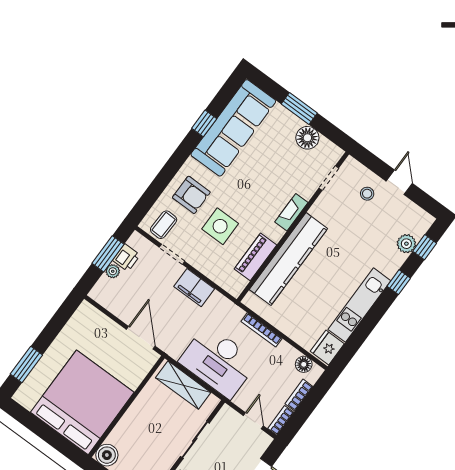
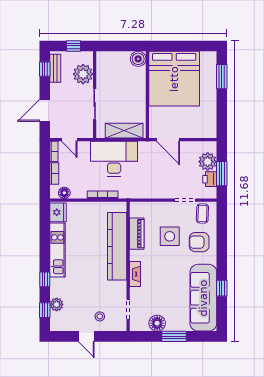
plant: (113, 271) -> (208, 162), width x1.88, depth x1.88
filing cabinet: (194, 288) -> (159, 191), removed

